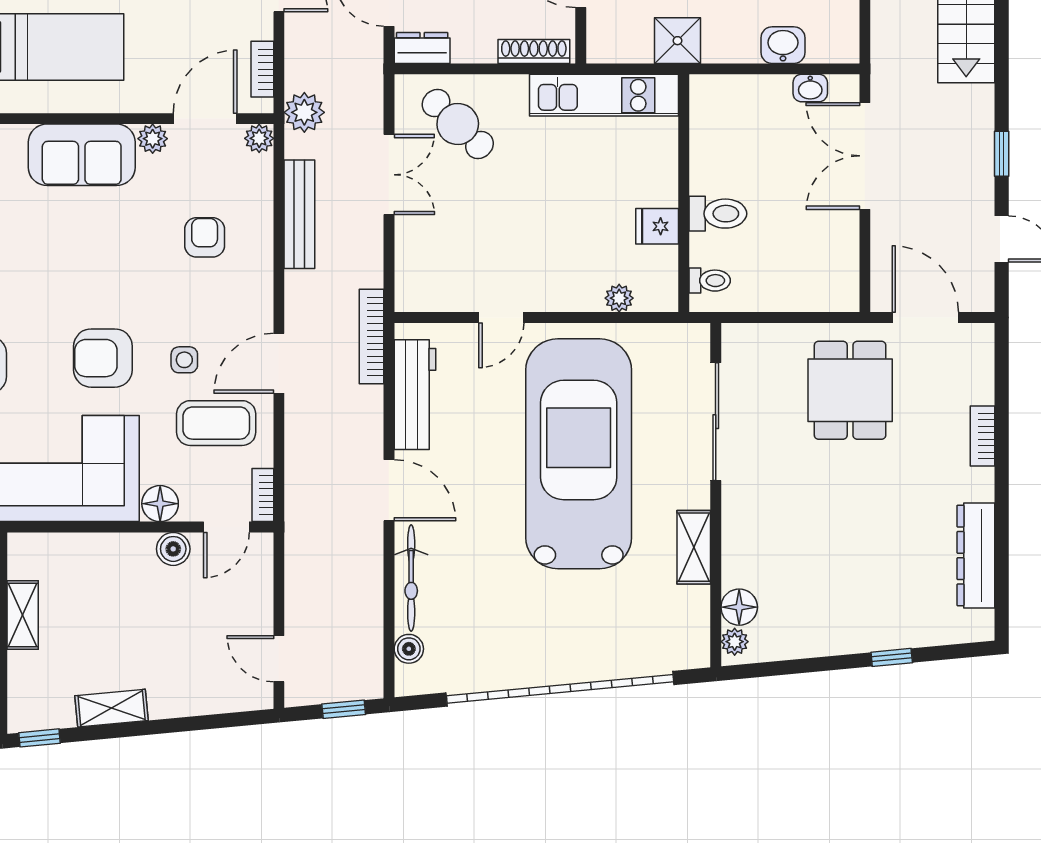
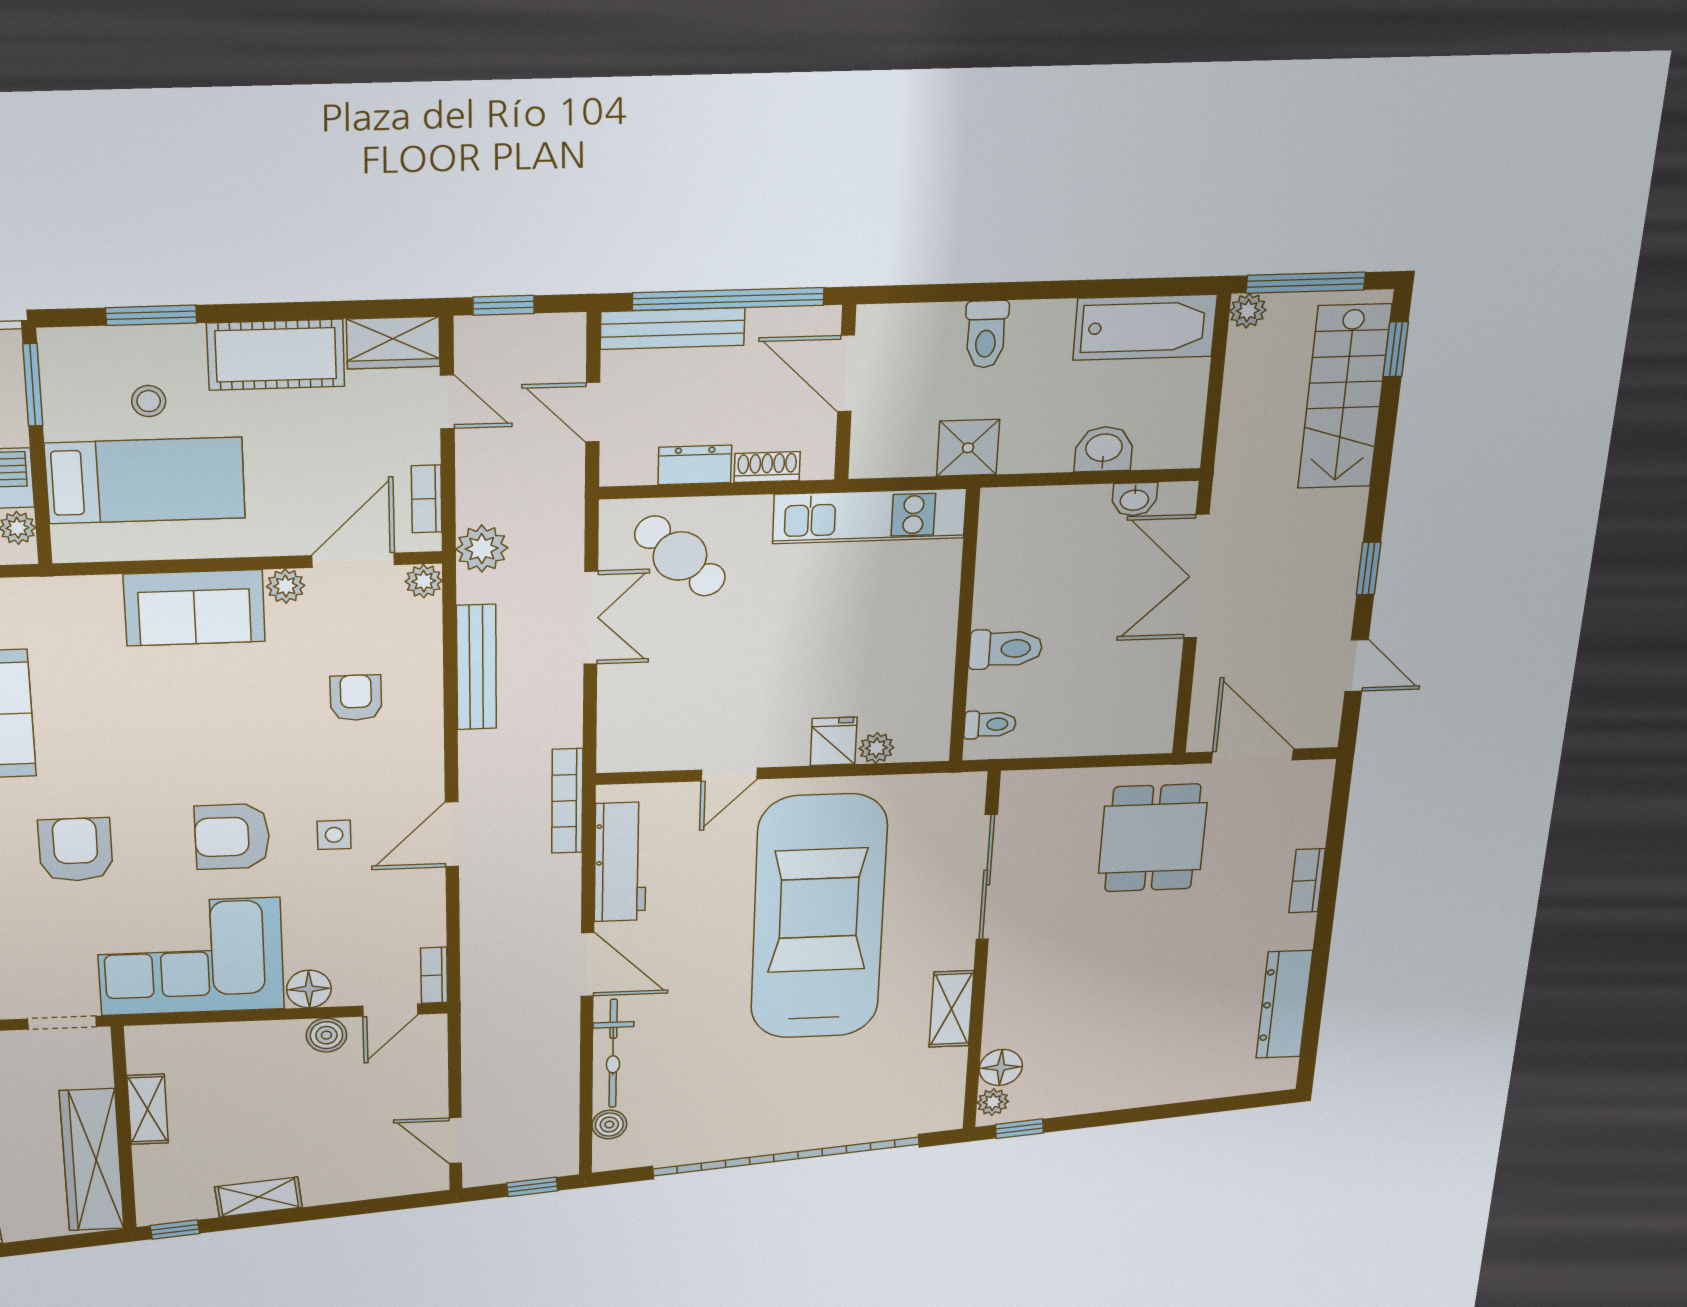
dresser: (422, 48) -> (695, 465), moved
shoe rack: (534, 51) -> (767, 467), width x0.70
fridge: (657, 226) -> (834, 741), moved, turned 90
coffee table: (216, 423) -> (375, 902), removed
window: (892, 657) -> (1019, 1129), moved

